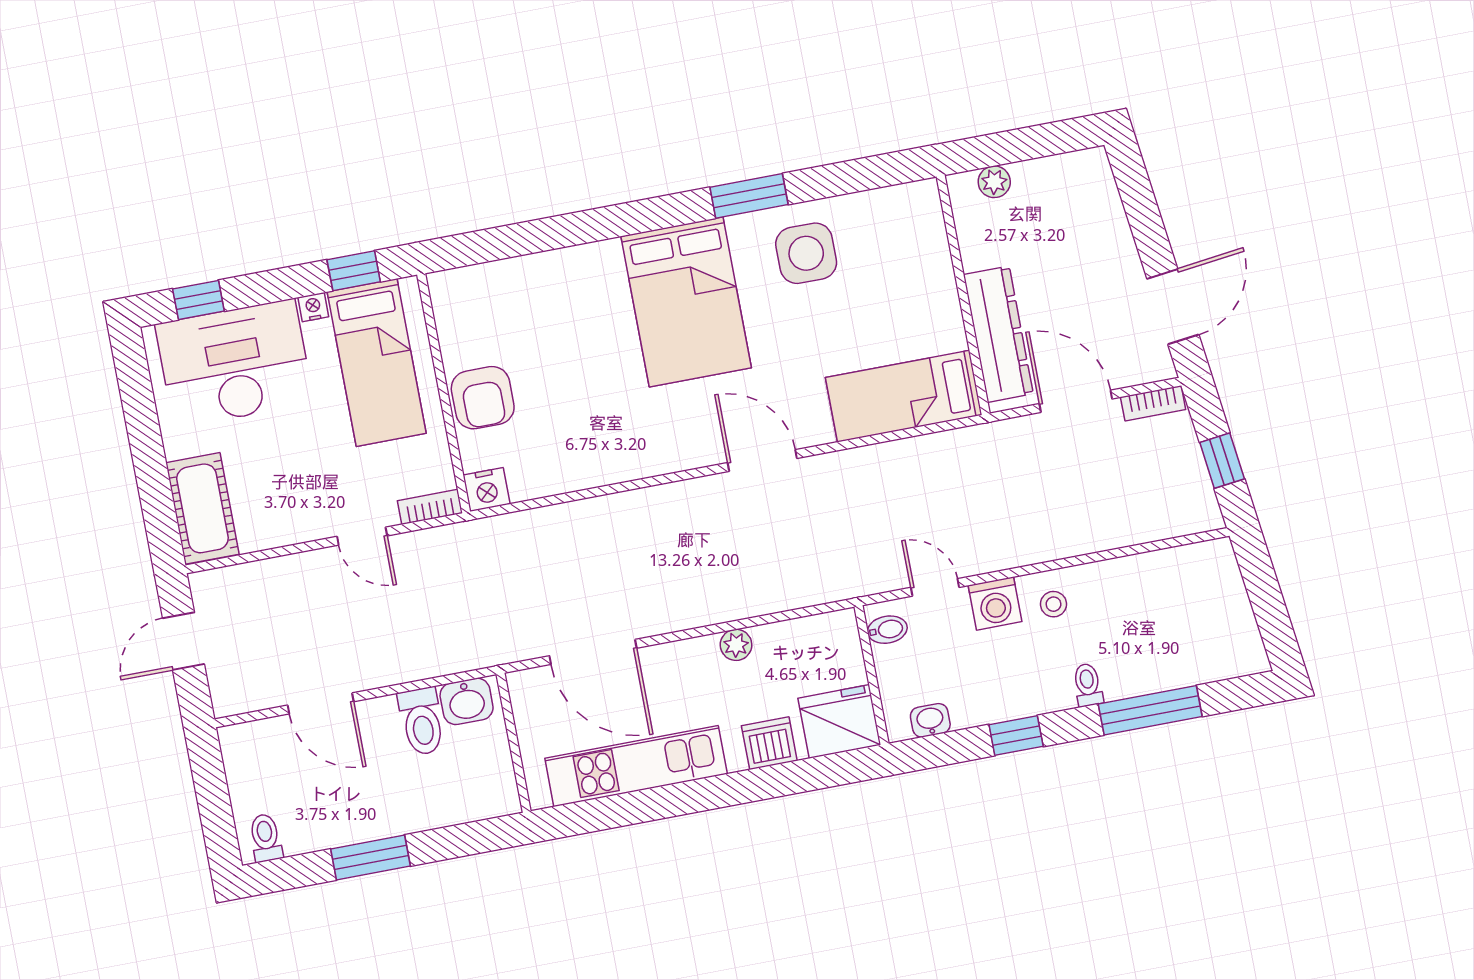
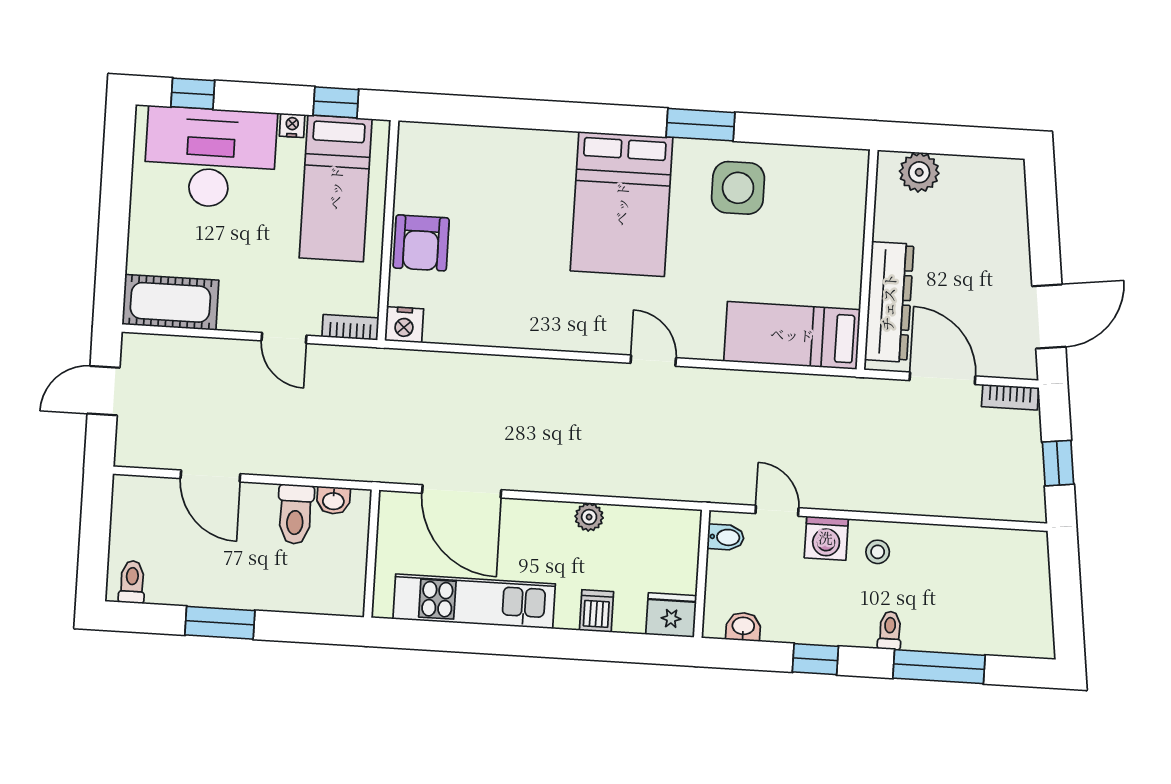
plant: (994, 182) -> (919, 172), width x1.38, depth x1.38
door: (762, 461) -> (653, 361), width x0.73
cot: (202, 508) -> (170, 302), moved, turned 90
washbasin: (467, 701) -> (333, 500), width x0.72, depth x0.69
fridge: (839, 722) -> (671, 615), width x0.73, depth x0.75
dishwasher: (769, 743) -> (596, 611), width x0.73

